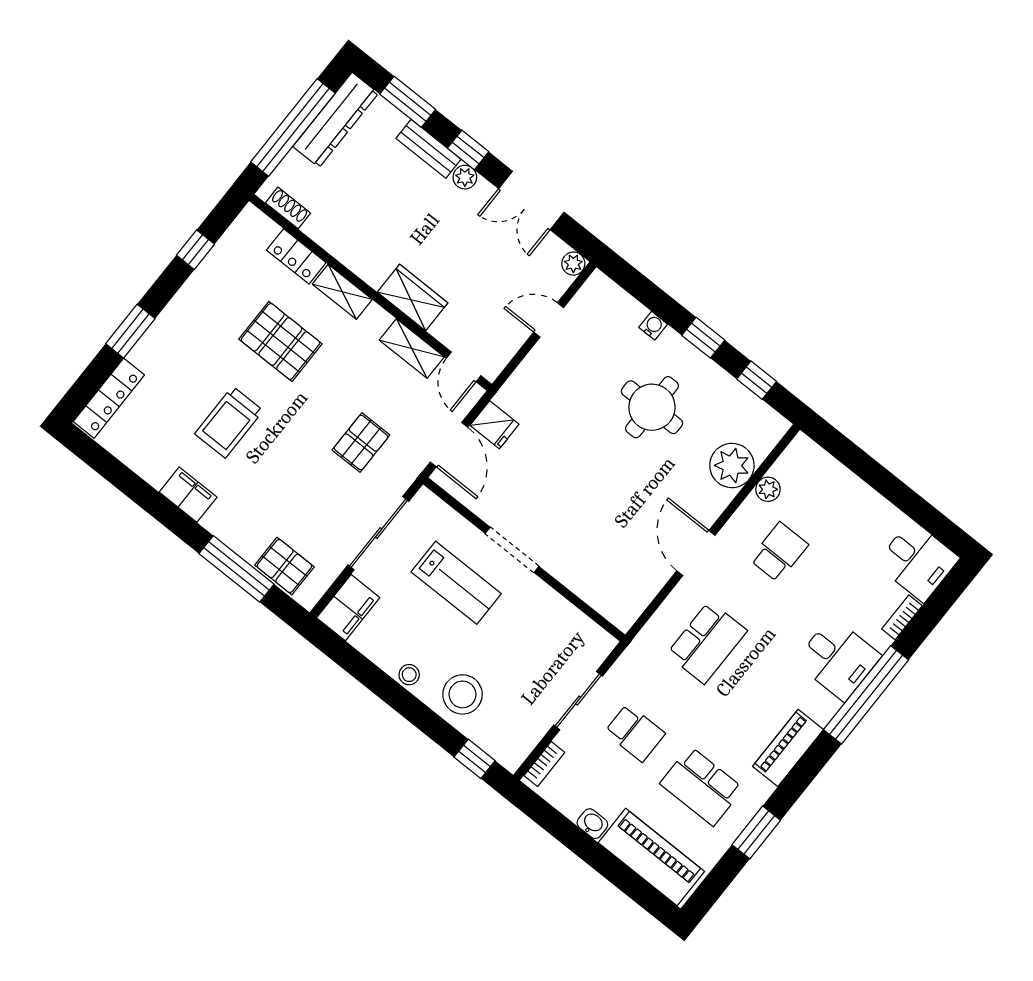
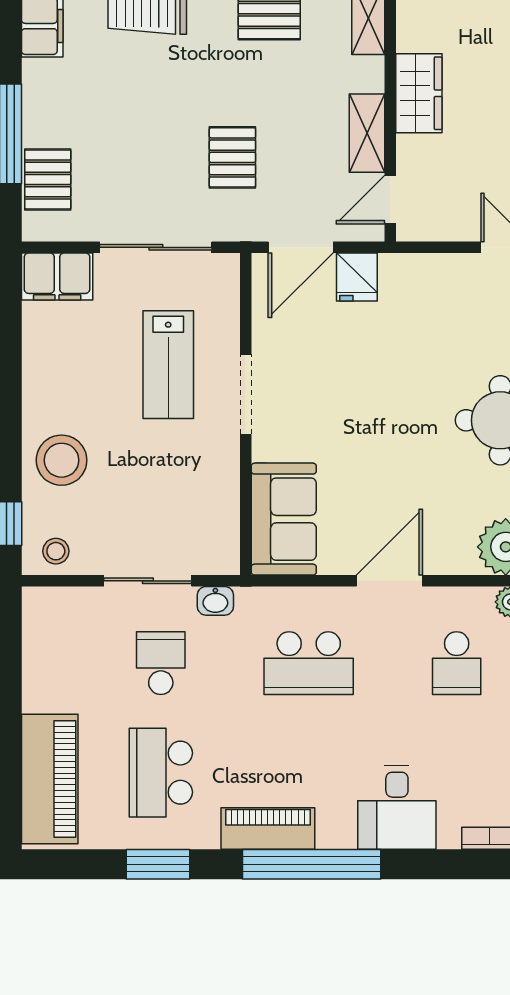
pallet: (361, 442) -> (232, 157), turned 90
school desk: (779, 552) -> (457, 663), turned 90
sofa: (607, 587) -> (284, 519), added
stool: (409, 675) -> (56, 551), moved
window: (866, 695) -> (312, 864), moved
school desk: (635, 733) -> (161, 663), turned 180
bookcase: (544, 764) -> (57, 598), removed
washbasin: (592, 824) -> (215, 601), moved, turned 90

